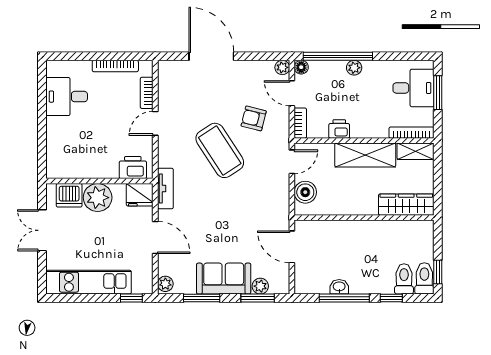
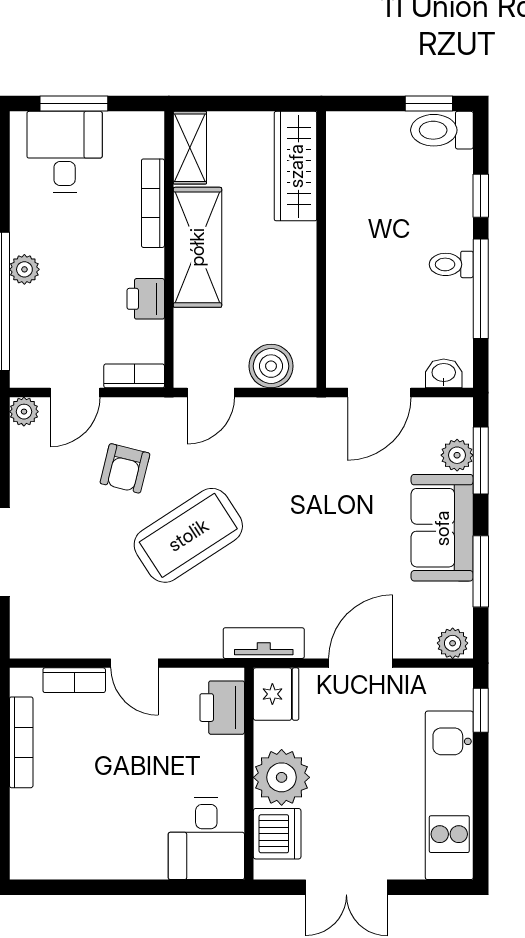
floor lamp: (301, 67) -> (23, 374), removed
desk: (67, 97) -> (206, 839), moved
bookcase: (411, 133) -> (153, 203), moved
door: (292, 162) -> (211, 393), swing flipped
toilet: (404, 279) -> (451, 264), moved, width x0.73, depth x0.72
washbasin: (339, 287) -> (444, 373), moved, turned 90

